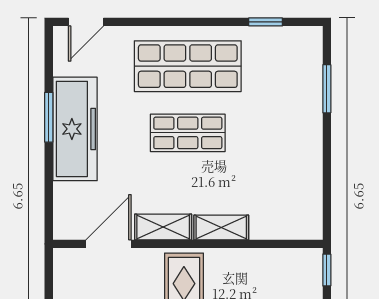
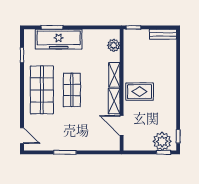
freezer: (75, 129) -> (59, 39), moved, turned 180
plant: (287, 226) -> (114, 45), added

